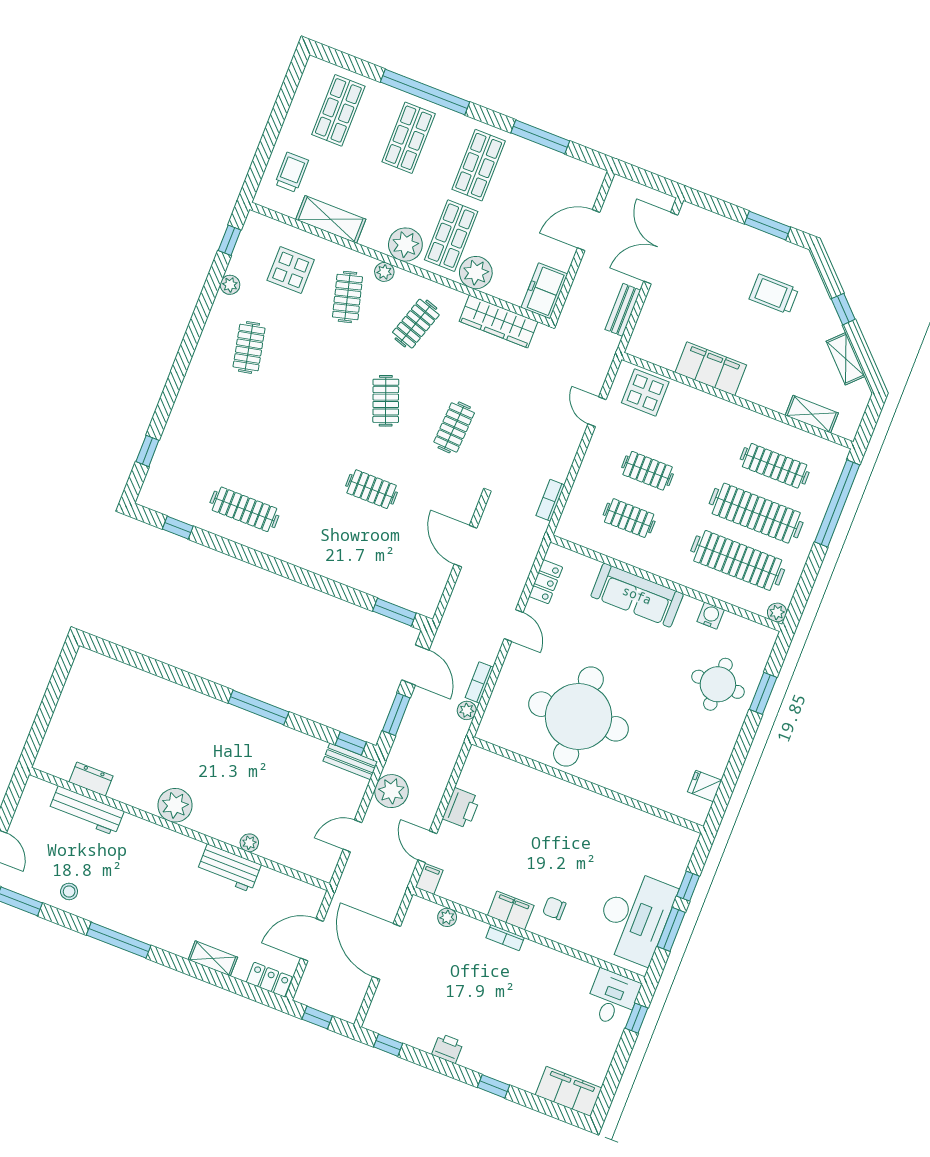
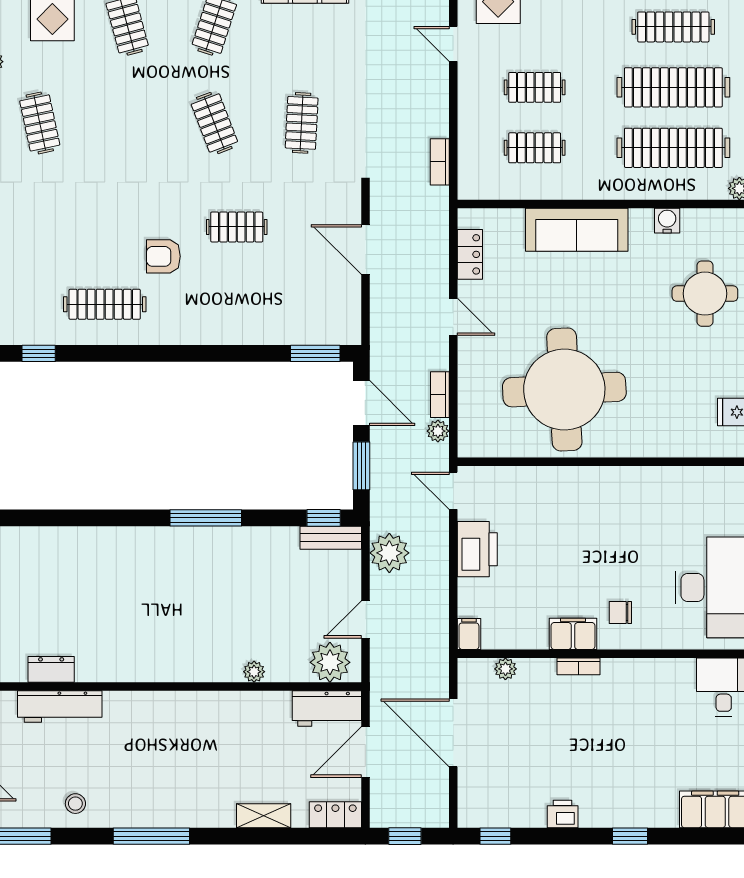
armchair: (305, 490) -> (163, 256), added
plant: (175, 805) -> (330, 662), moved
printer: (461, 808) -> (477, 549), width x1.37, depth x1.19
door: (427, 847) -> (453, 491), moved
workbench: (229, 868) -> (327, 708), moved

